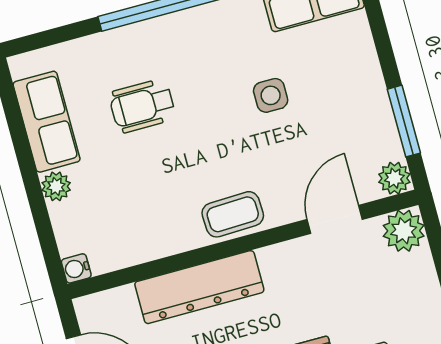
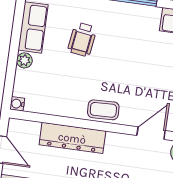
side table: (271, 95) -> (146, 61), removed
wheelchair: (142, 106) -> (82, 39), turned -82

